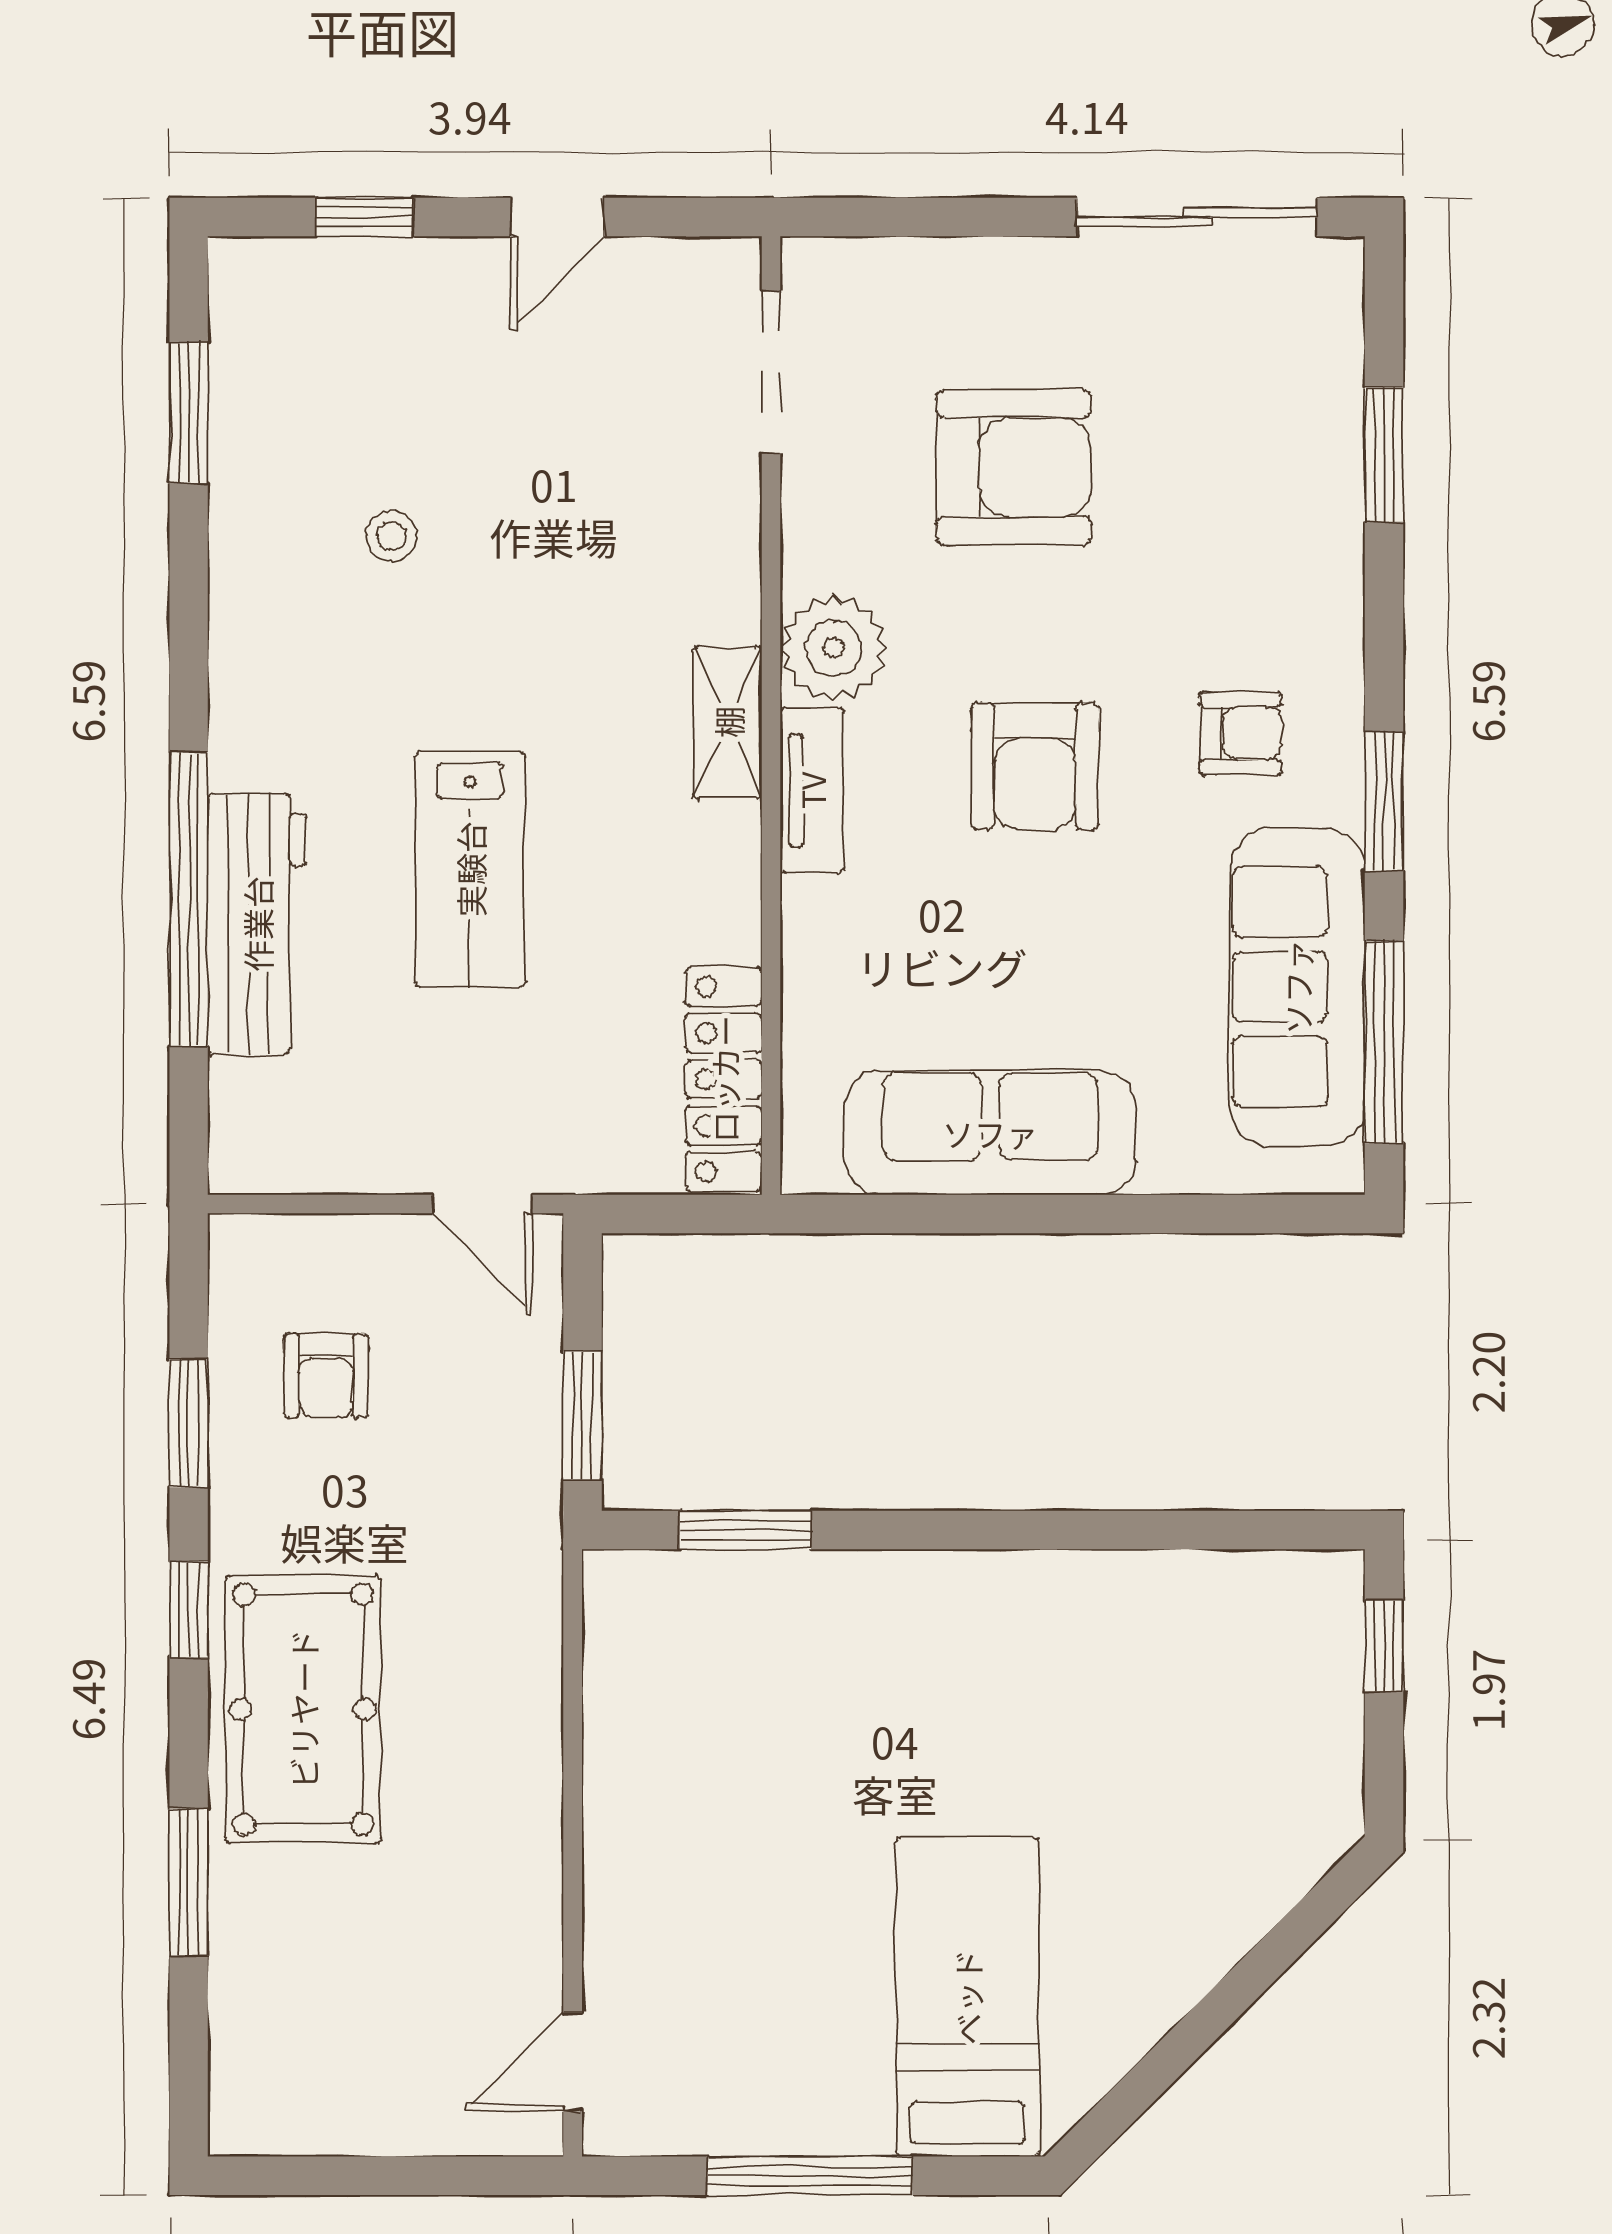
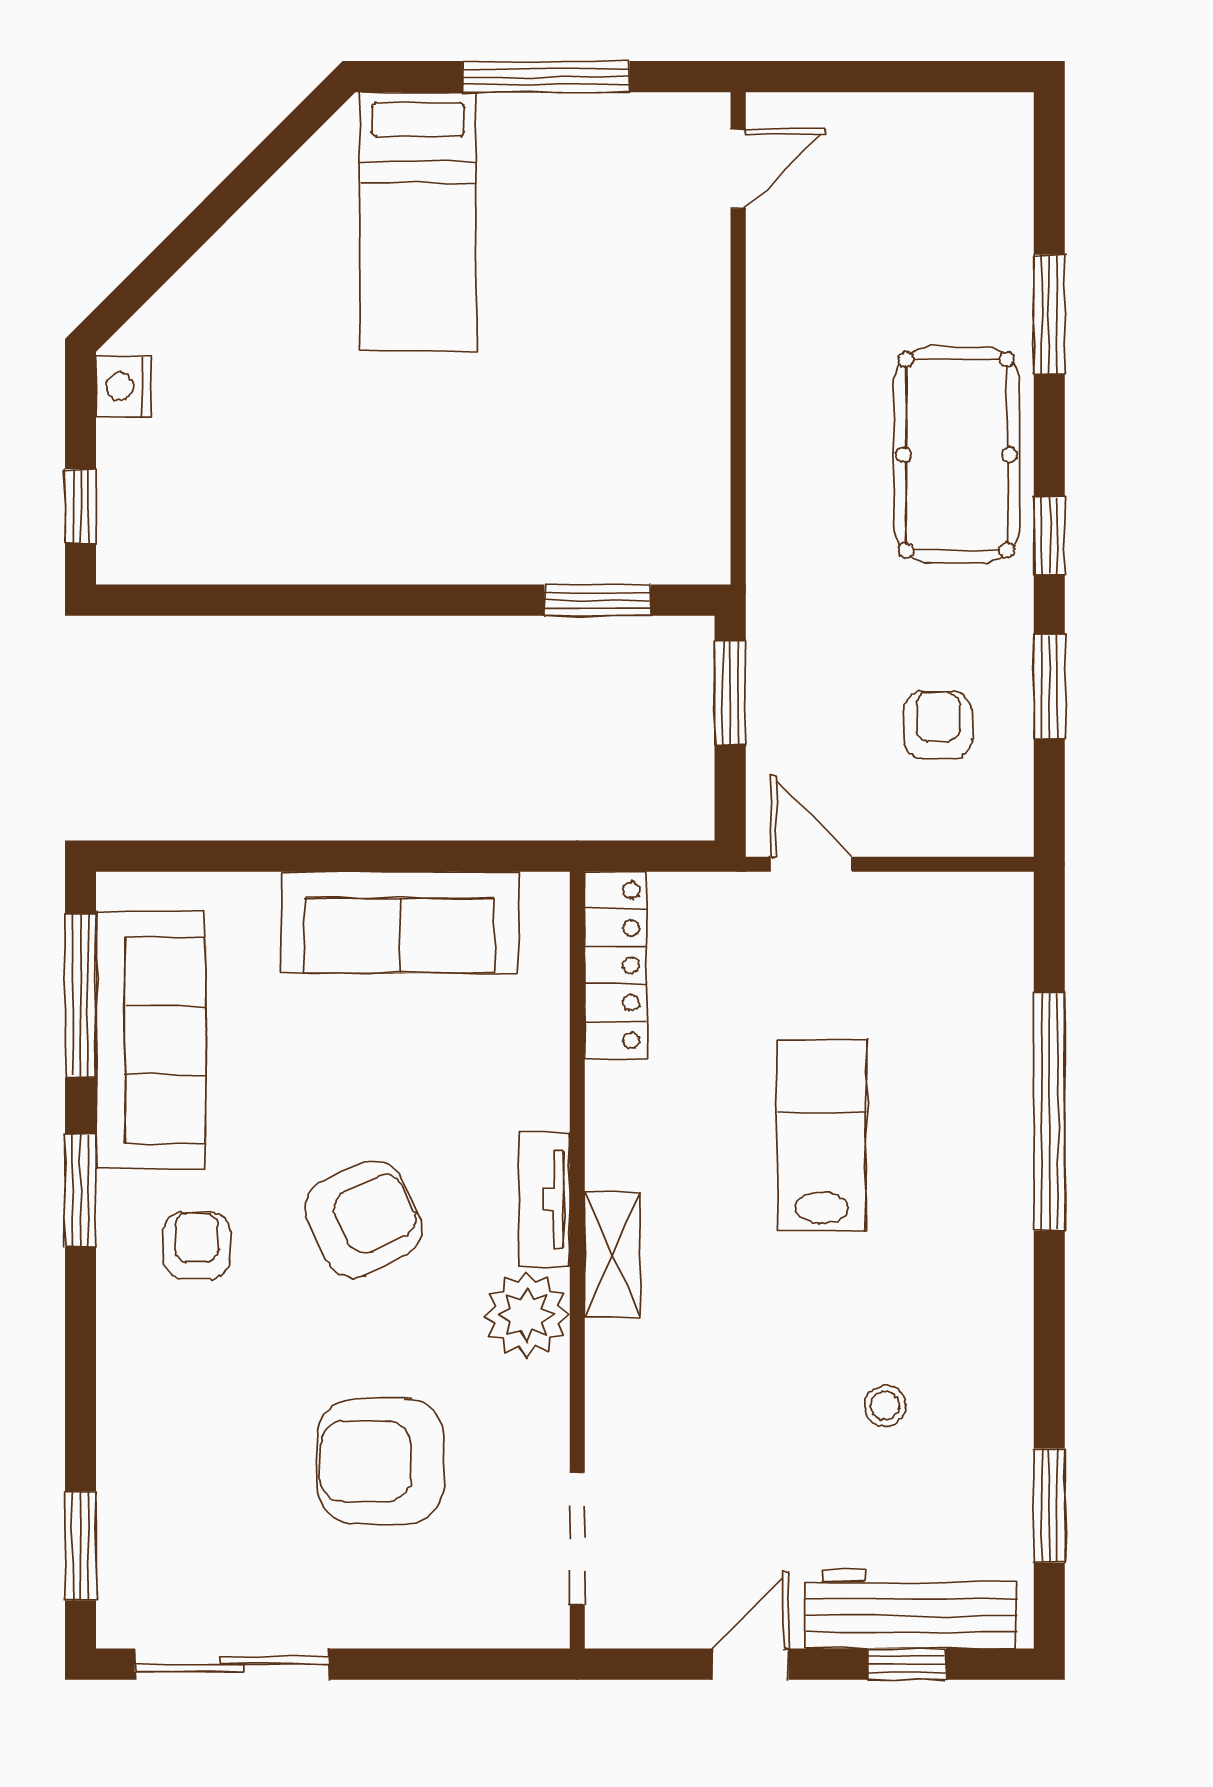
window: (1384, 455) -> (80, 1546), moved
armchair: (1240, 733) -> (197, 1246), turned 90
armchair: (1035, 766) -> (363, 1219), turned 65
workbench: (257, 924) -> (911, 1609), moved, turned 90
nightstand: (1330, 1794) -> (124, 386), added

